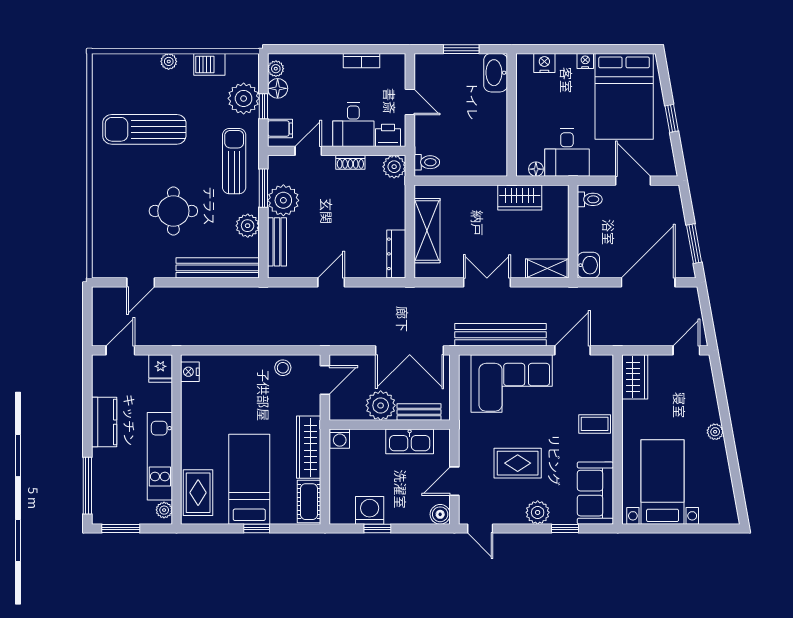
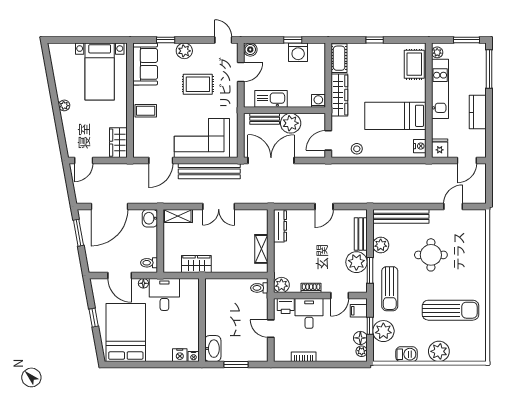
plant: (169, 61) -> (439, 351), width x1.87, depth x1.87
nightstand: (585, 61) -> (194, 356), moved
floor lamp: (536, 169) -> (143, 283), moved
shelving: (427, 231) -> (261, 249), width x0.67, depth x0.75
bed: (249, 479) -> (395, 116), moved, turned 90

